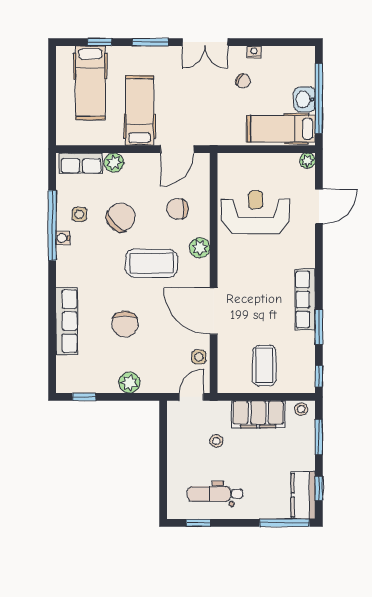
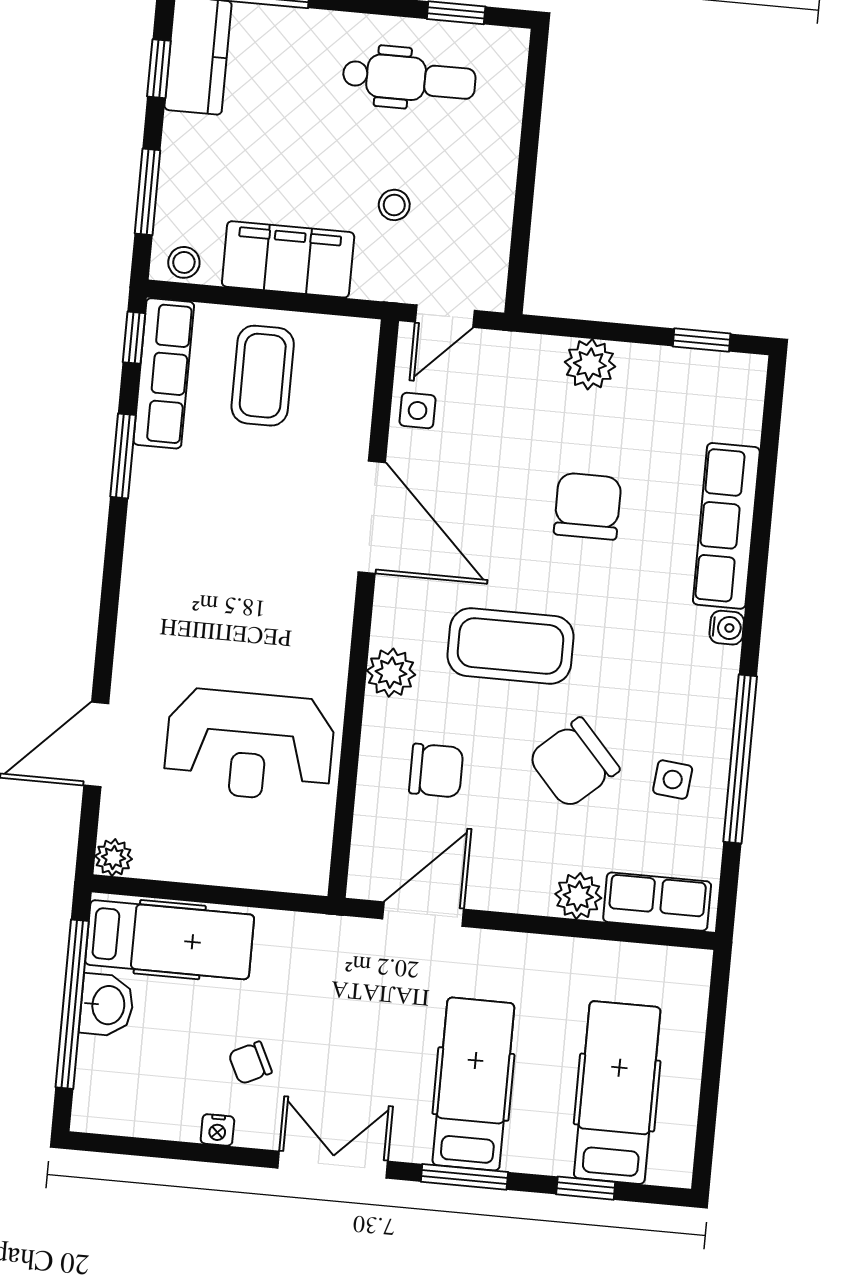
chair: (243, 81) -> (250, 1063), turned -57
hospital bed: (140, 110) -> (473, 1084), moved, turned 180
water cooler: (63, 238) -> (727, 628), moved
row of seats: (305, 299) -> (164, 373), moved

